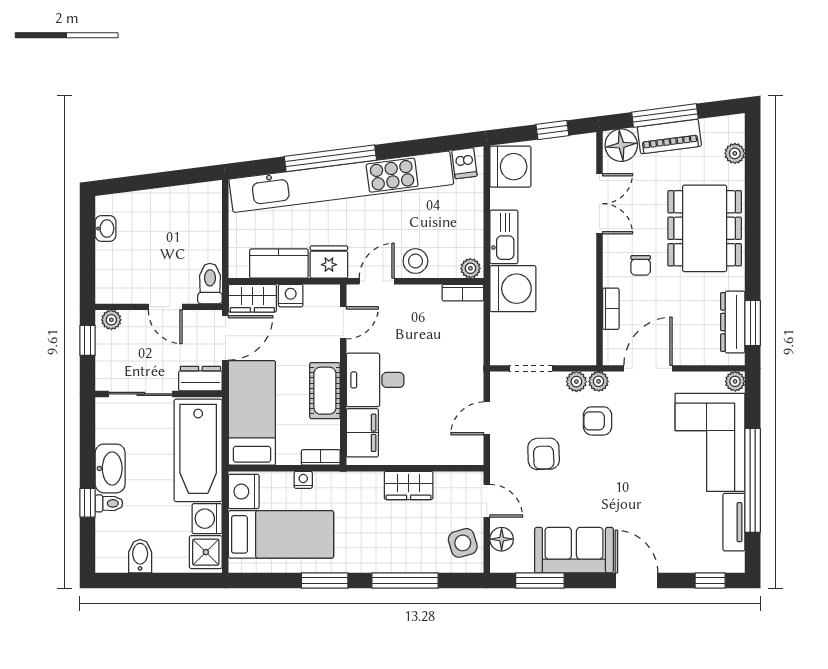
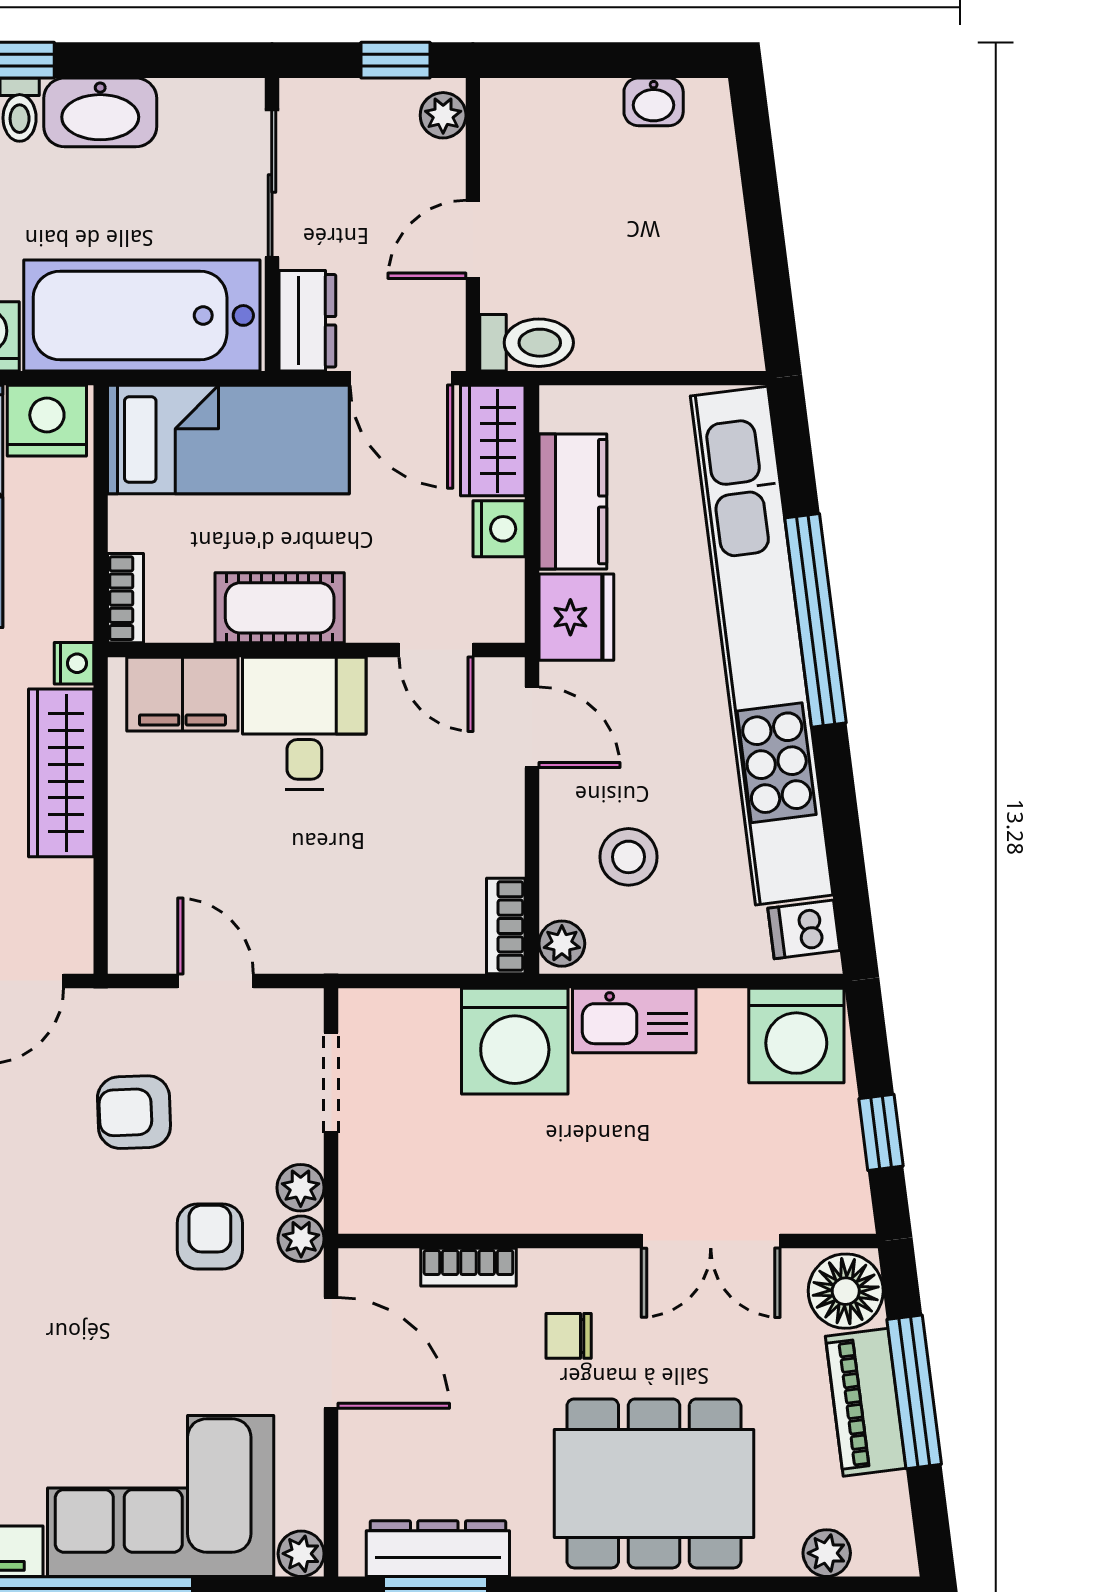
stool: (415, 261) -> (628, 857), moved
nightstand: (303, 480) -> (74, 663), moved
wardrobe: (409, 485) -> (61, 773), width x1.50

